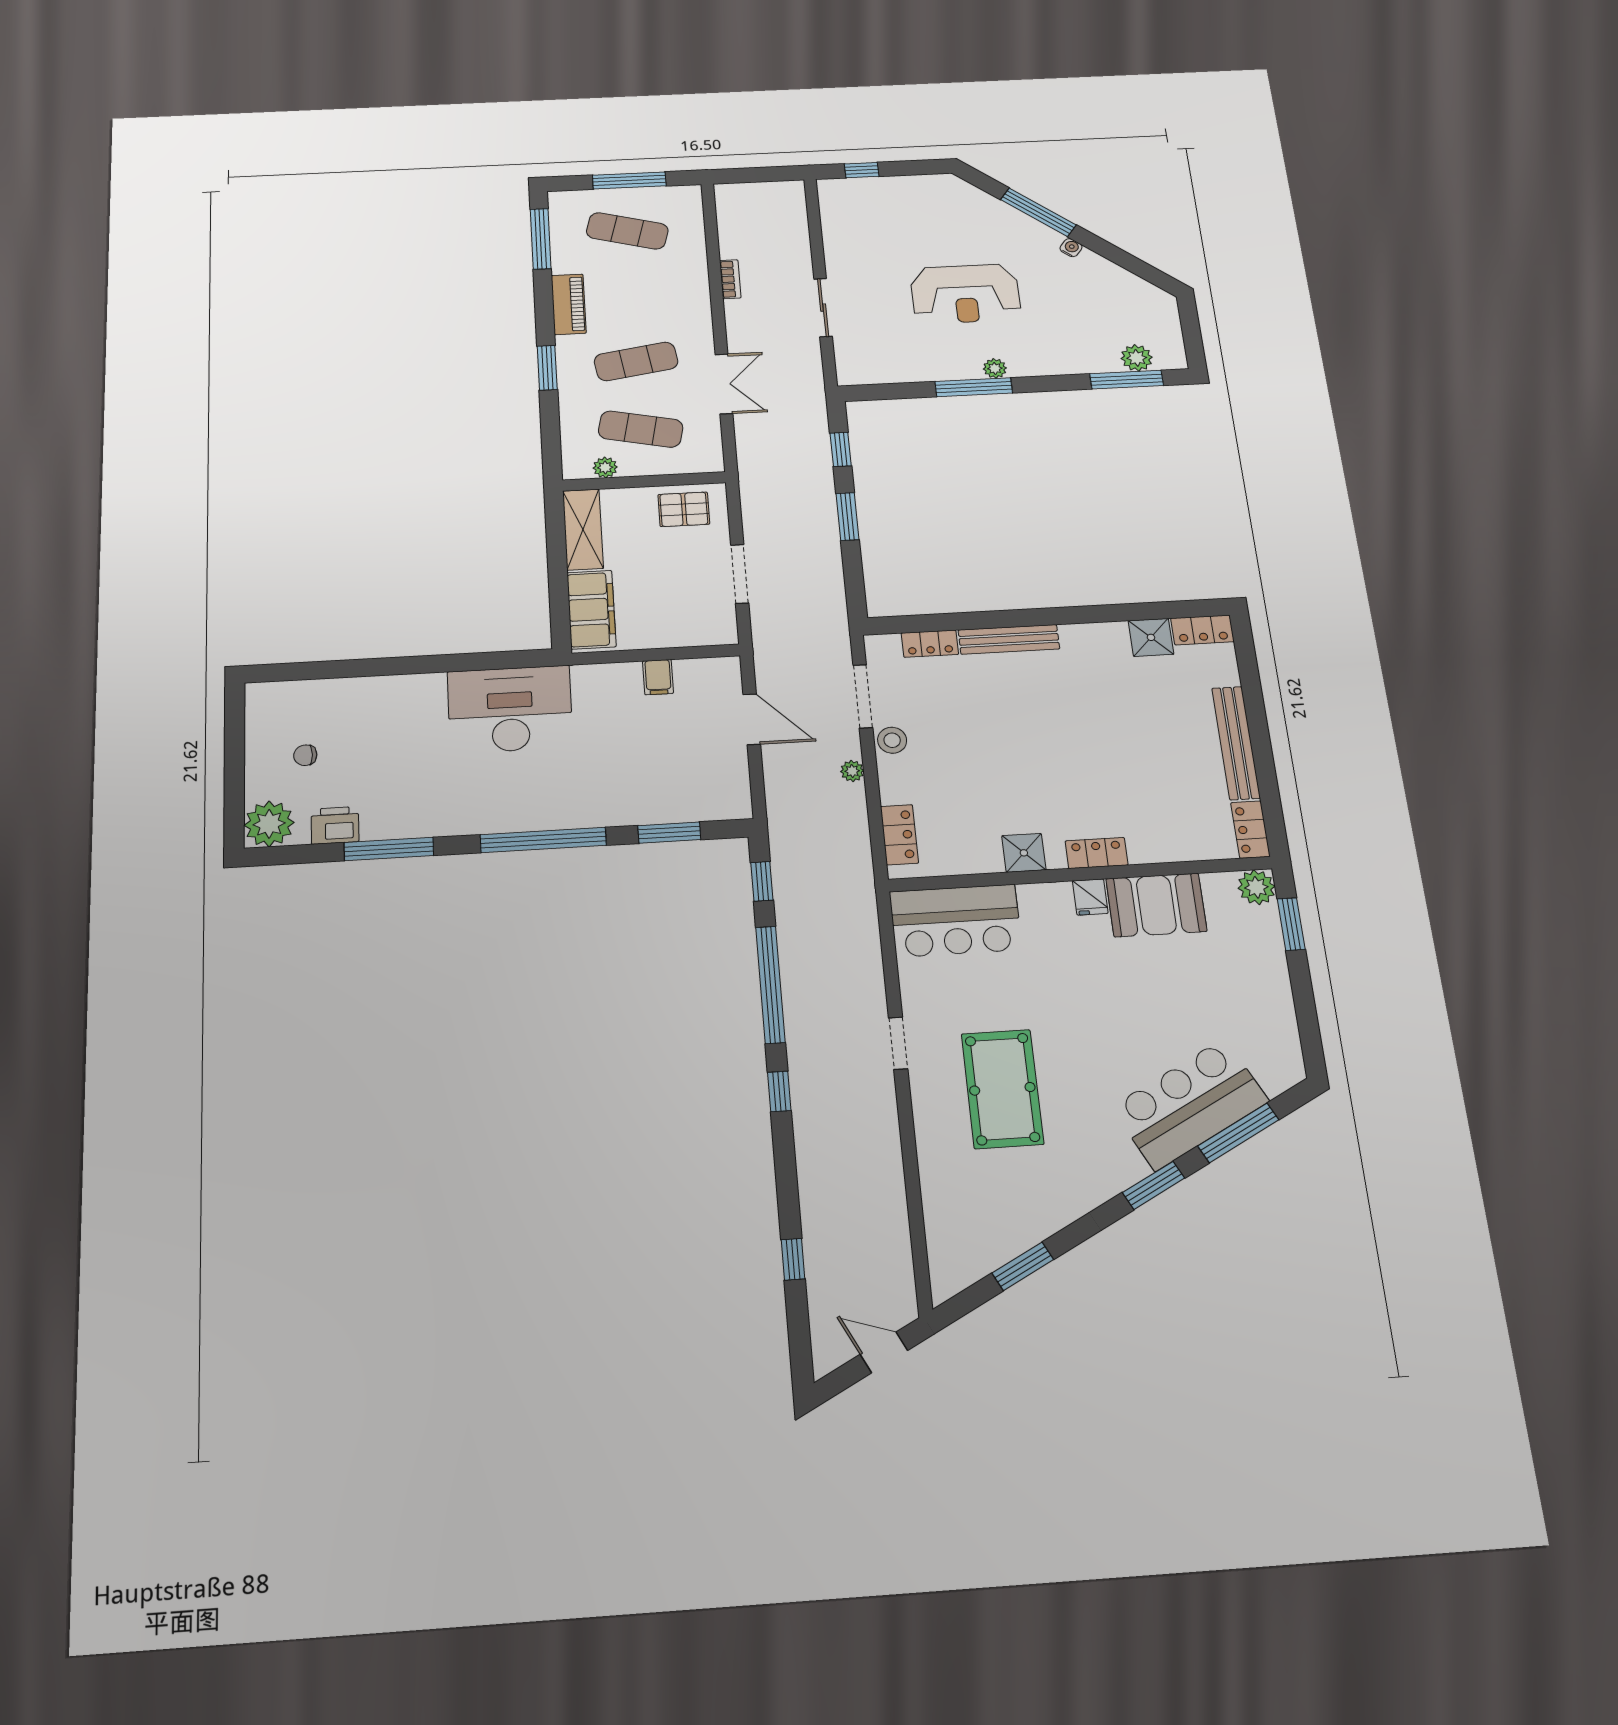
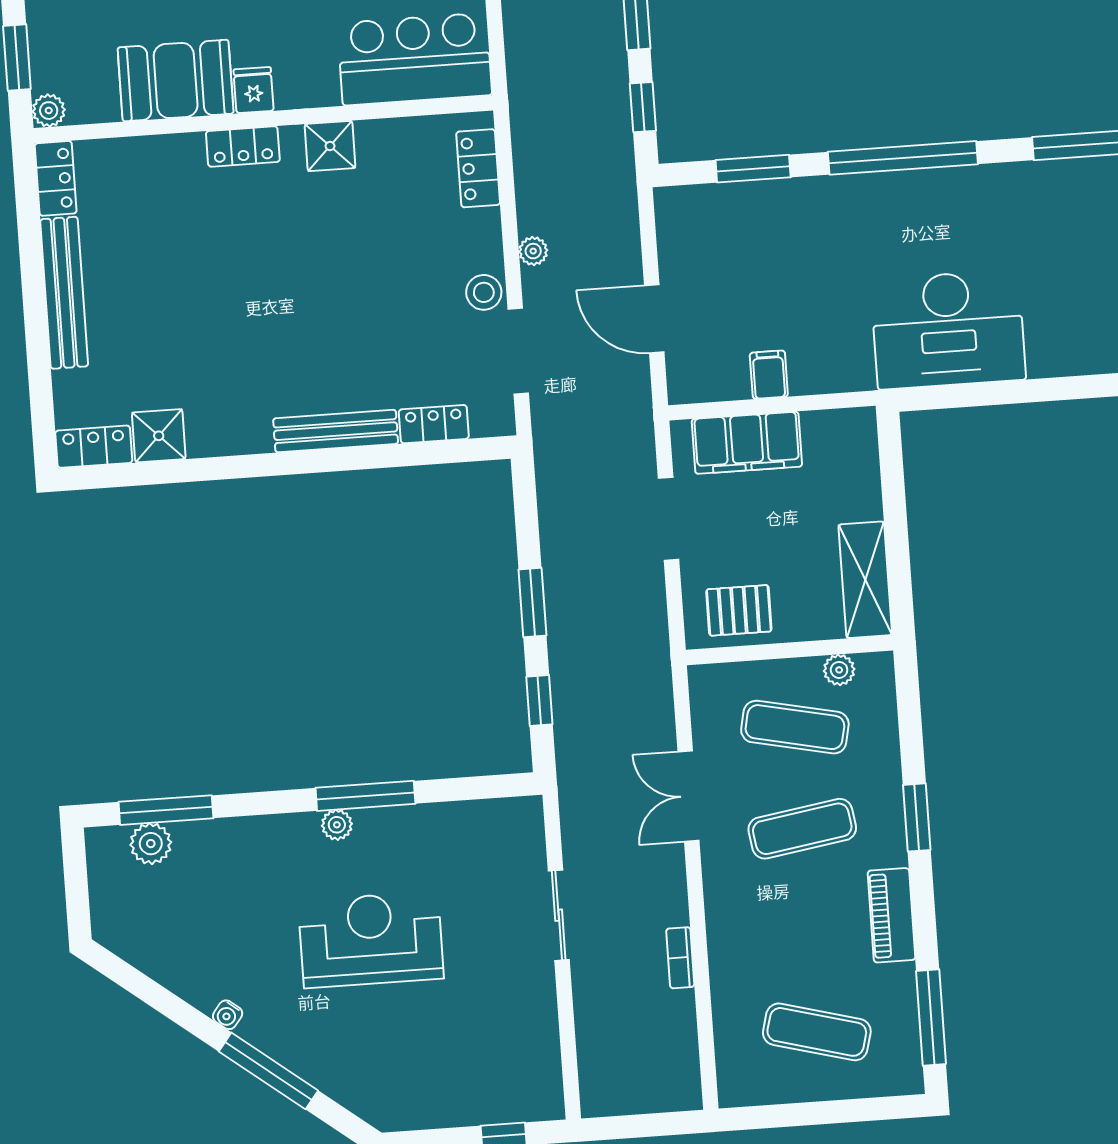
window: (629, 181) -> (815, 1113), removed
filing cabinet: (591, 610) -> (747, 443), moved, turned -90
plant: (1256, 887) -> (49, 111), width x0.73, depth x0.73

